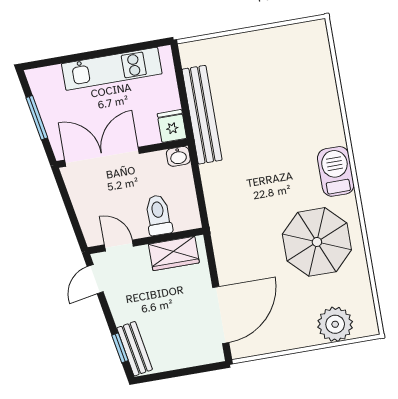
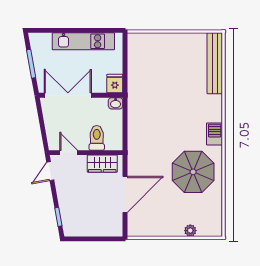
bench: (202, 115) -> (215, 63), moved
barbecue: (336, 171) -> (215, 134), width x0.73, depth x0.79
door: (221, 315) -> (125, 194), moved
plant: (335, 324) -> (190, 231), width x0.53, depth x0.53
bench: (135, 349) -> (67, 219), removed

